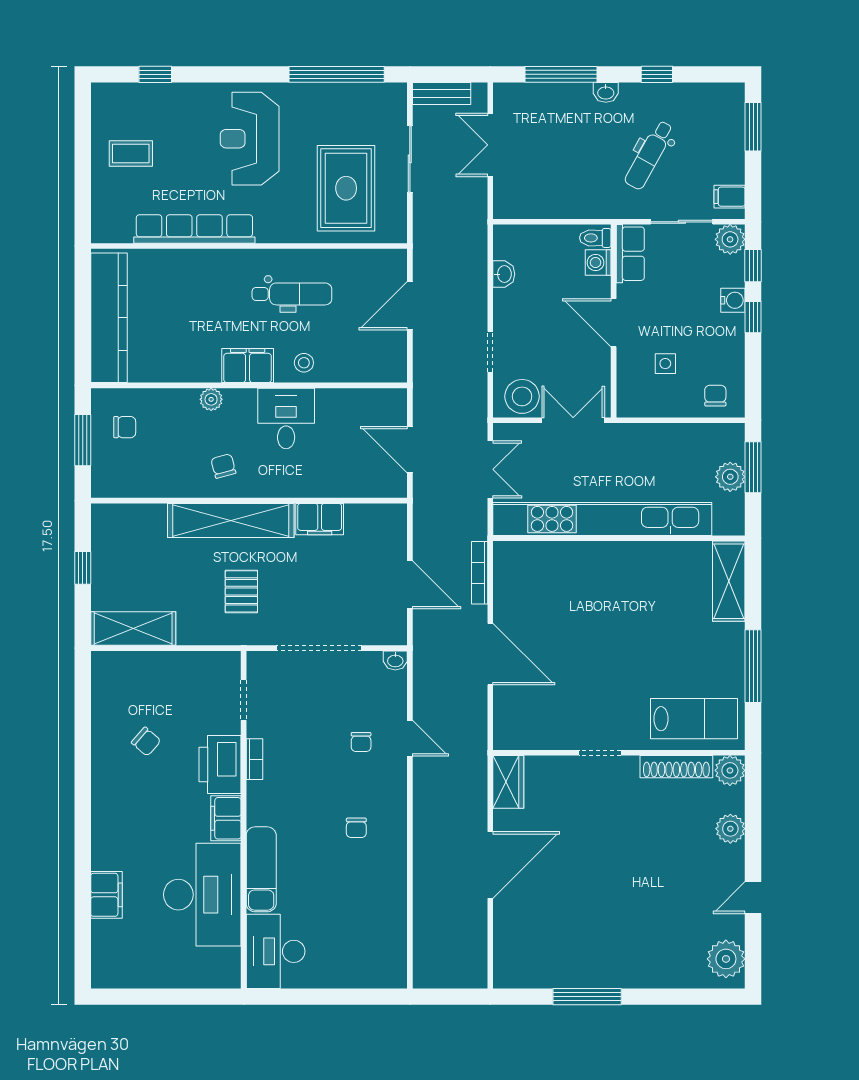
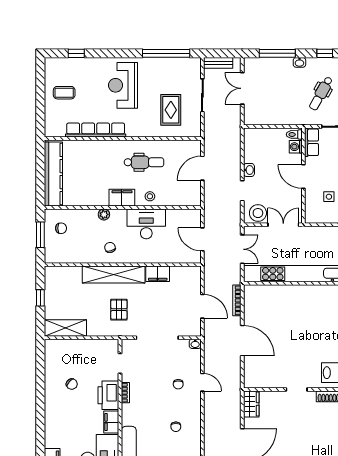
rug: (346, 188) -> (171, 110), width x0.73, depth x0.70
washbasin: (504, 274) -> (249, 170), moved
desk: (286, 418) -> (146, 224), width x1.37

